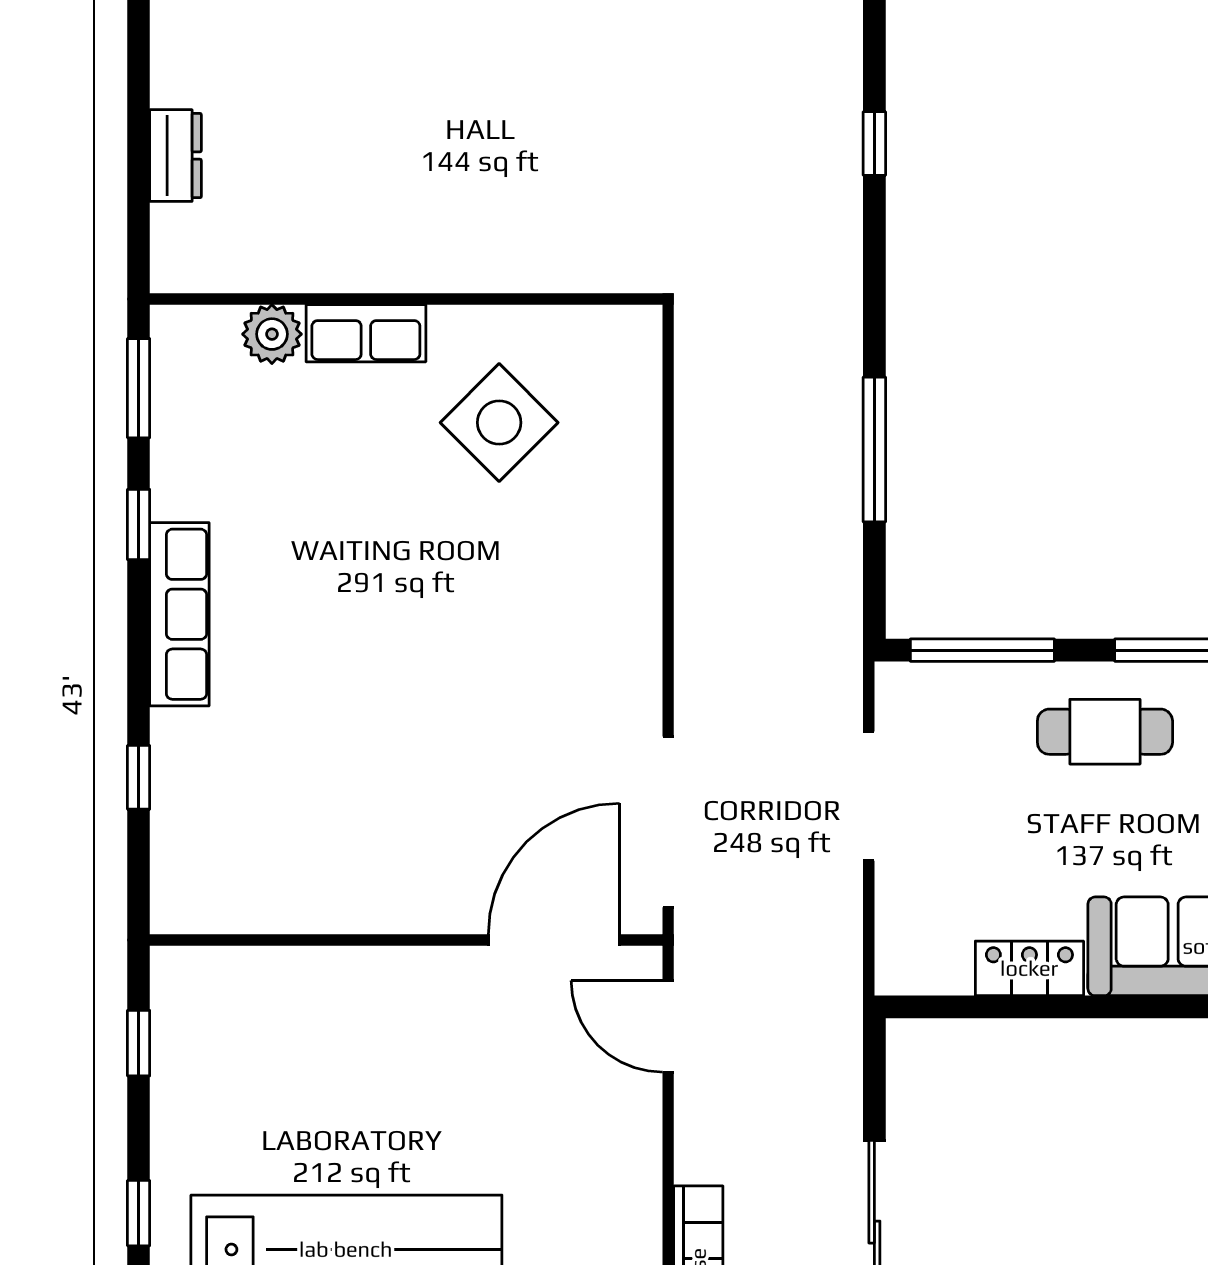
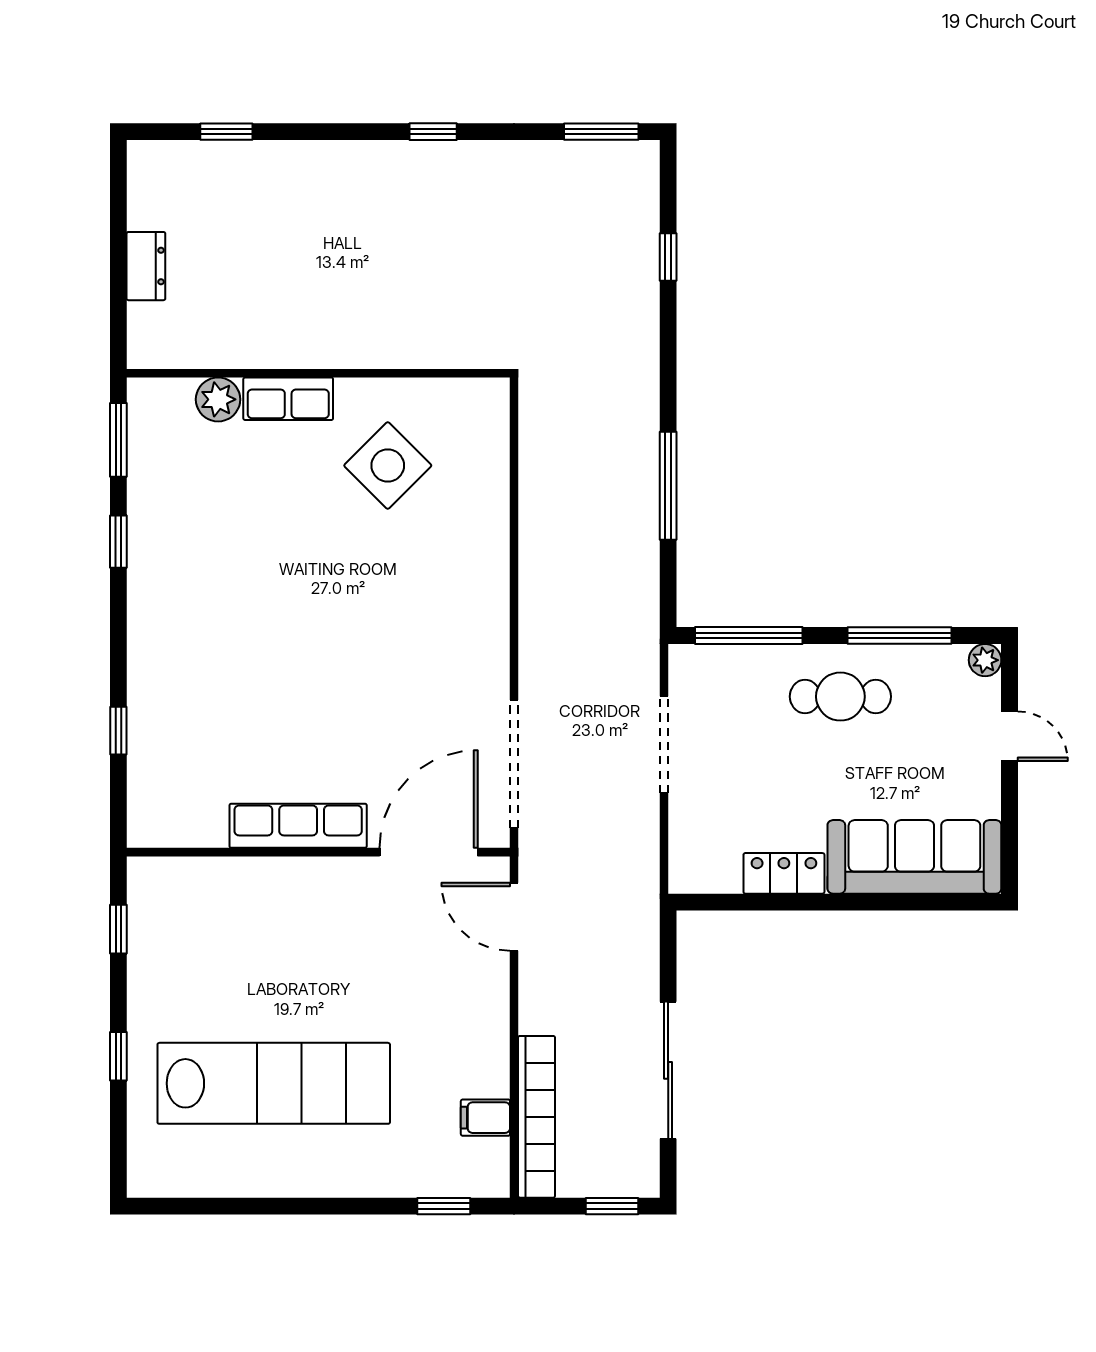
row of seats: (179, 614) -> (298, 826), moved, turned -90

